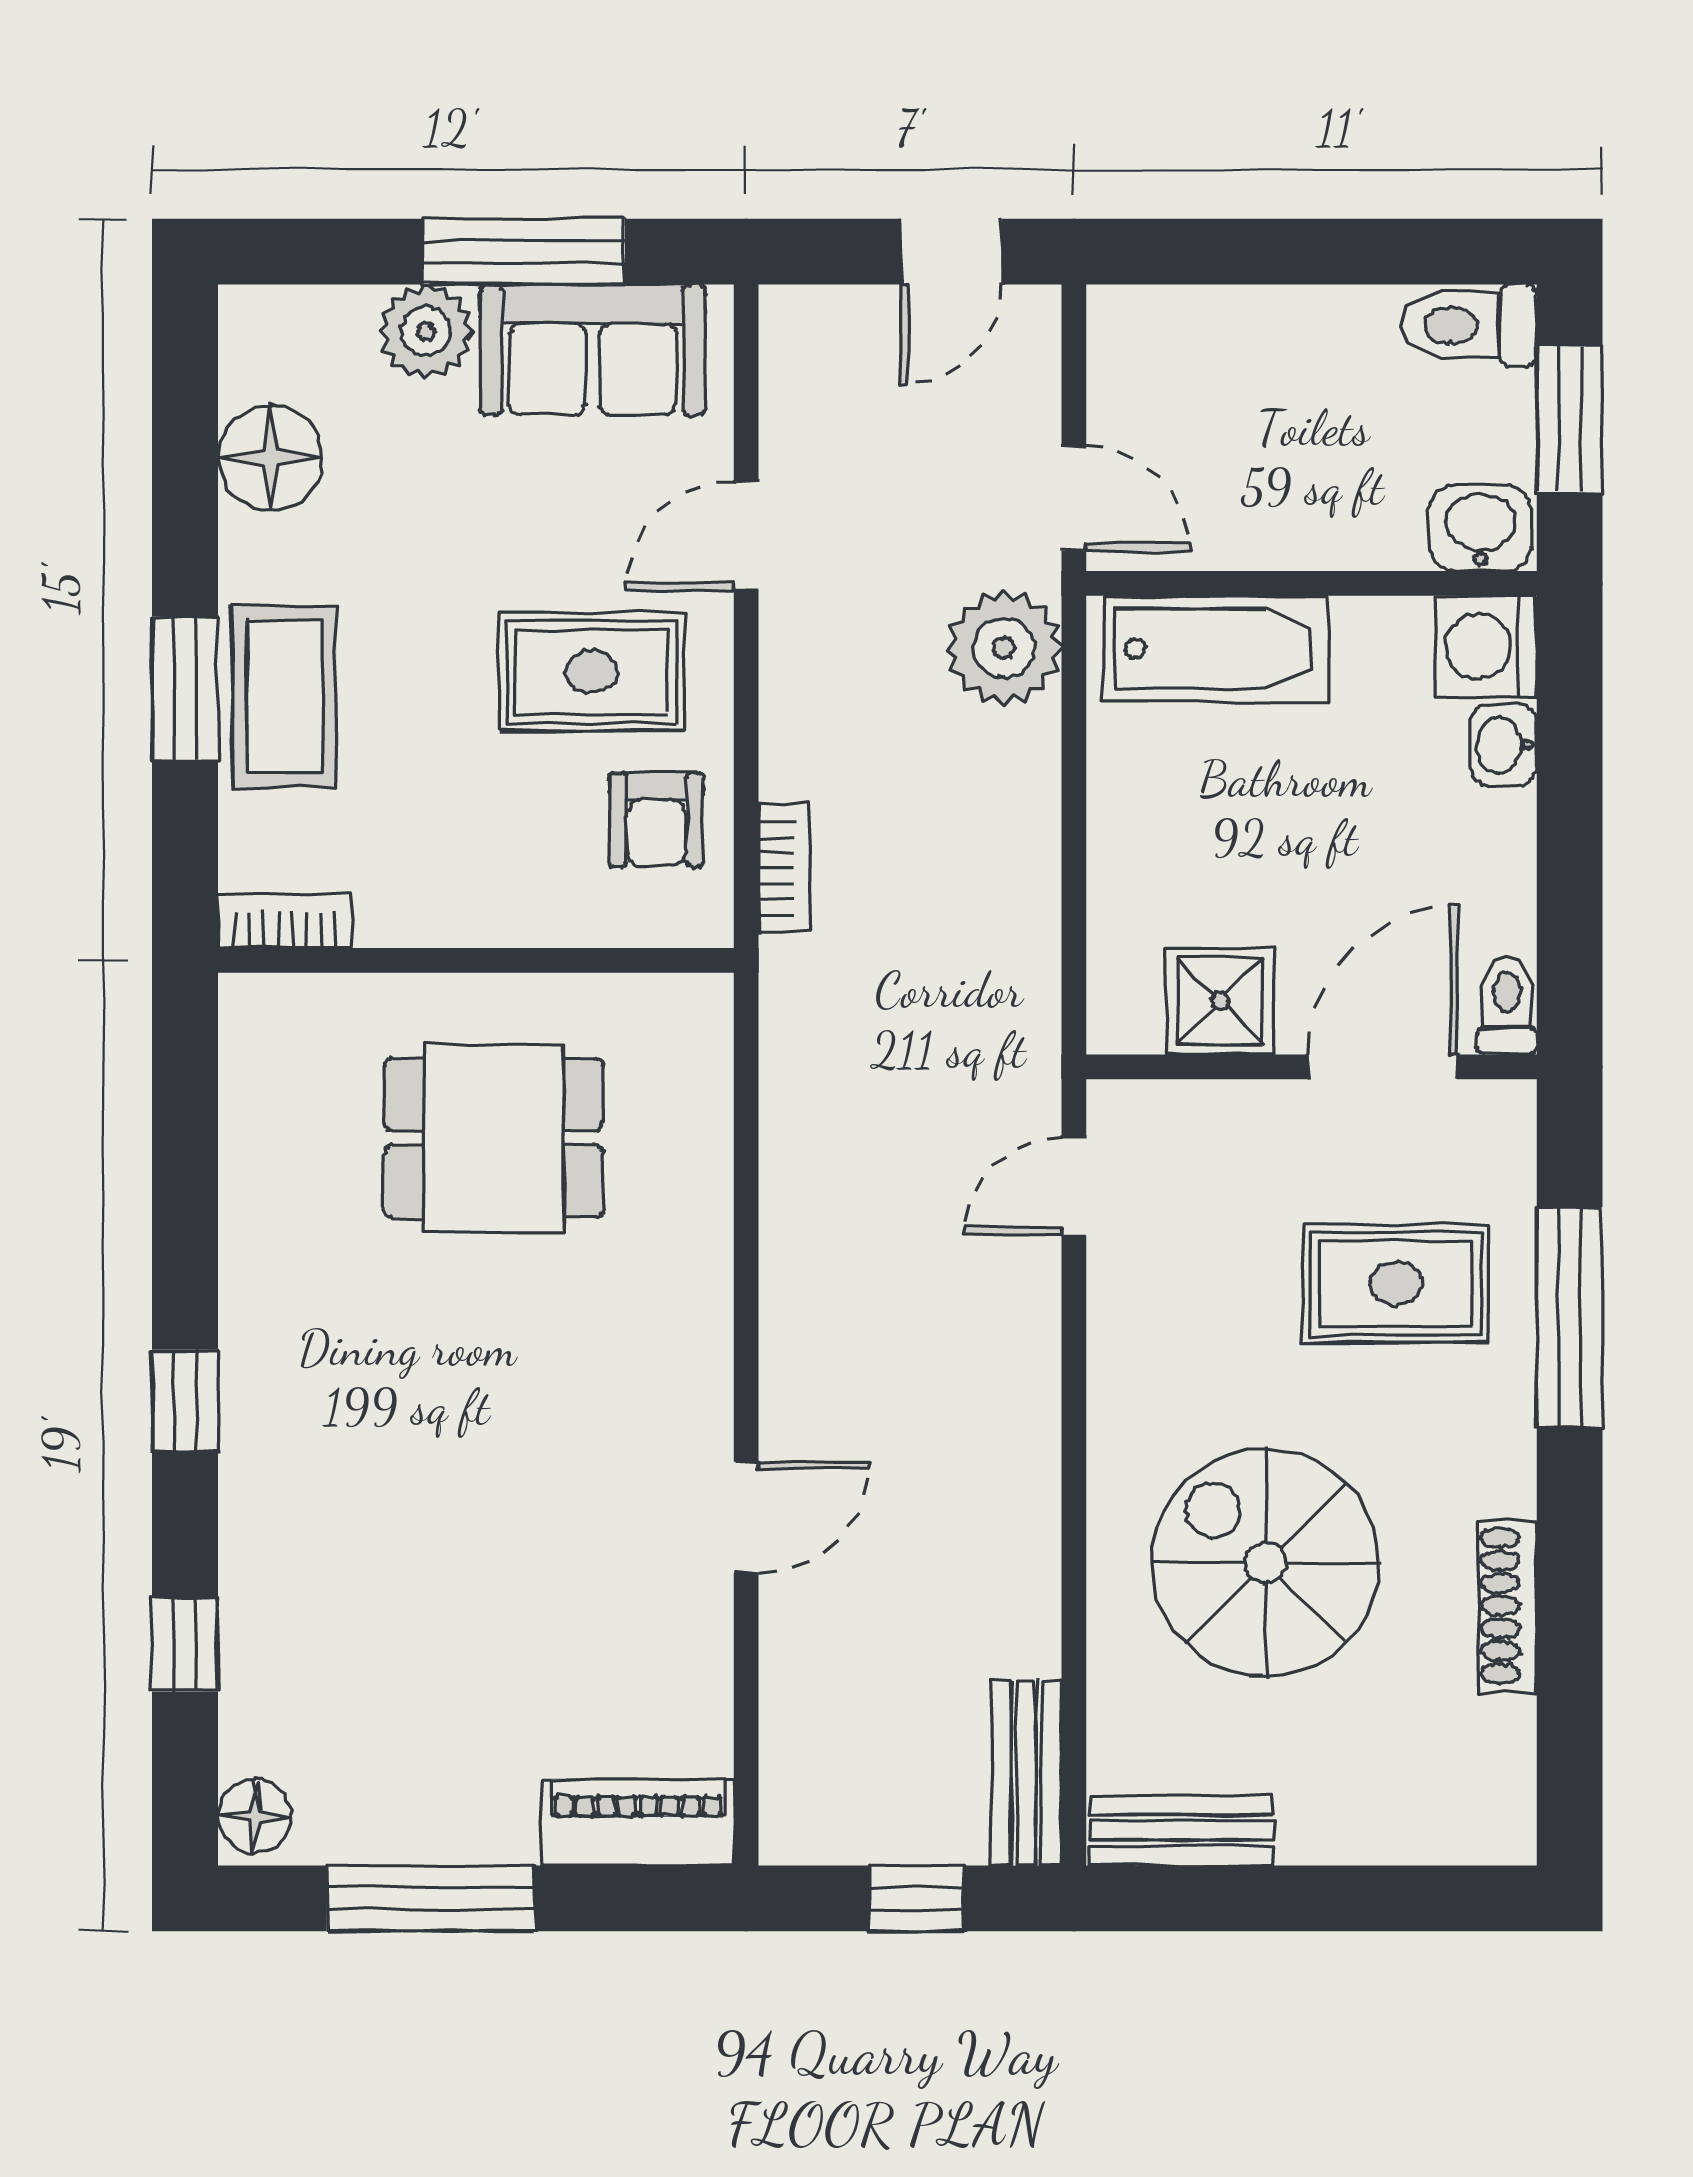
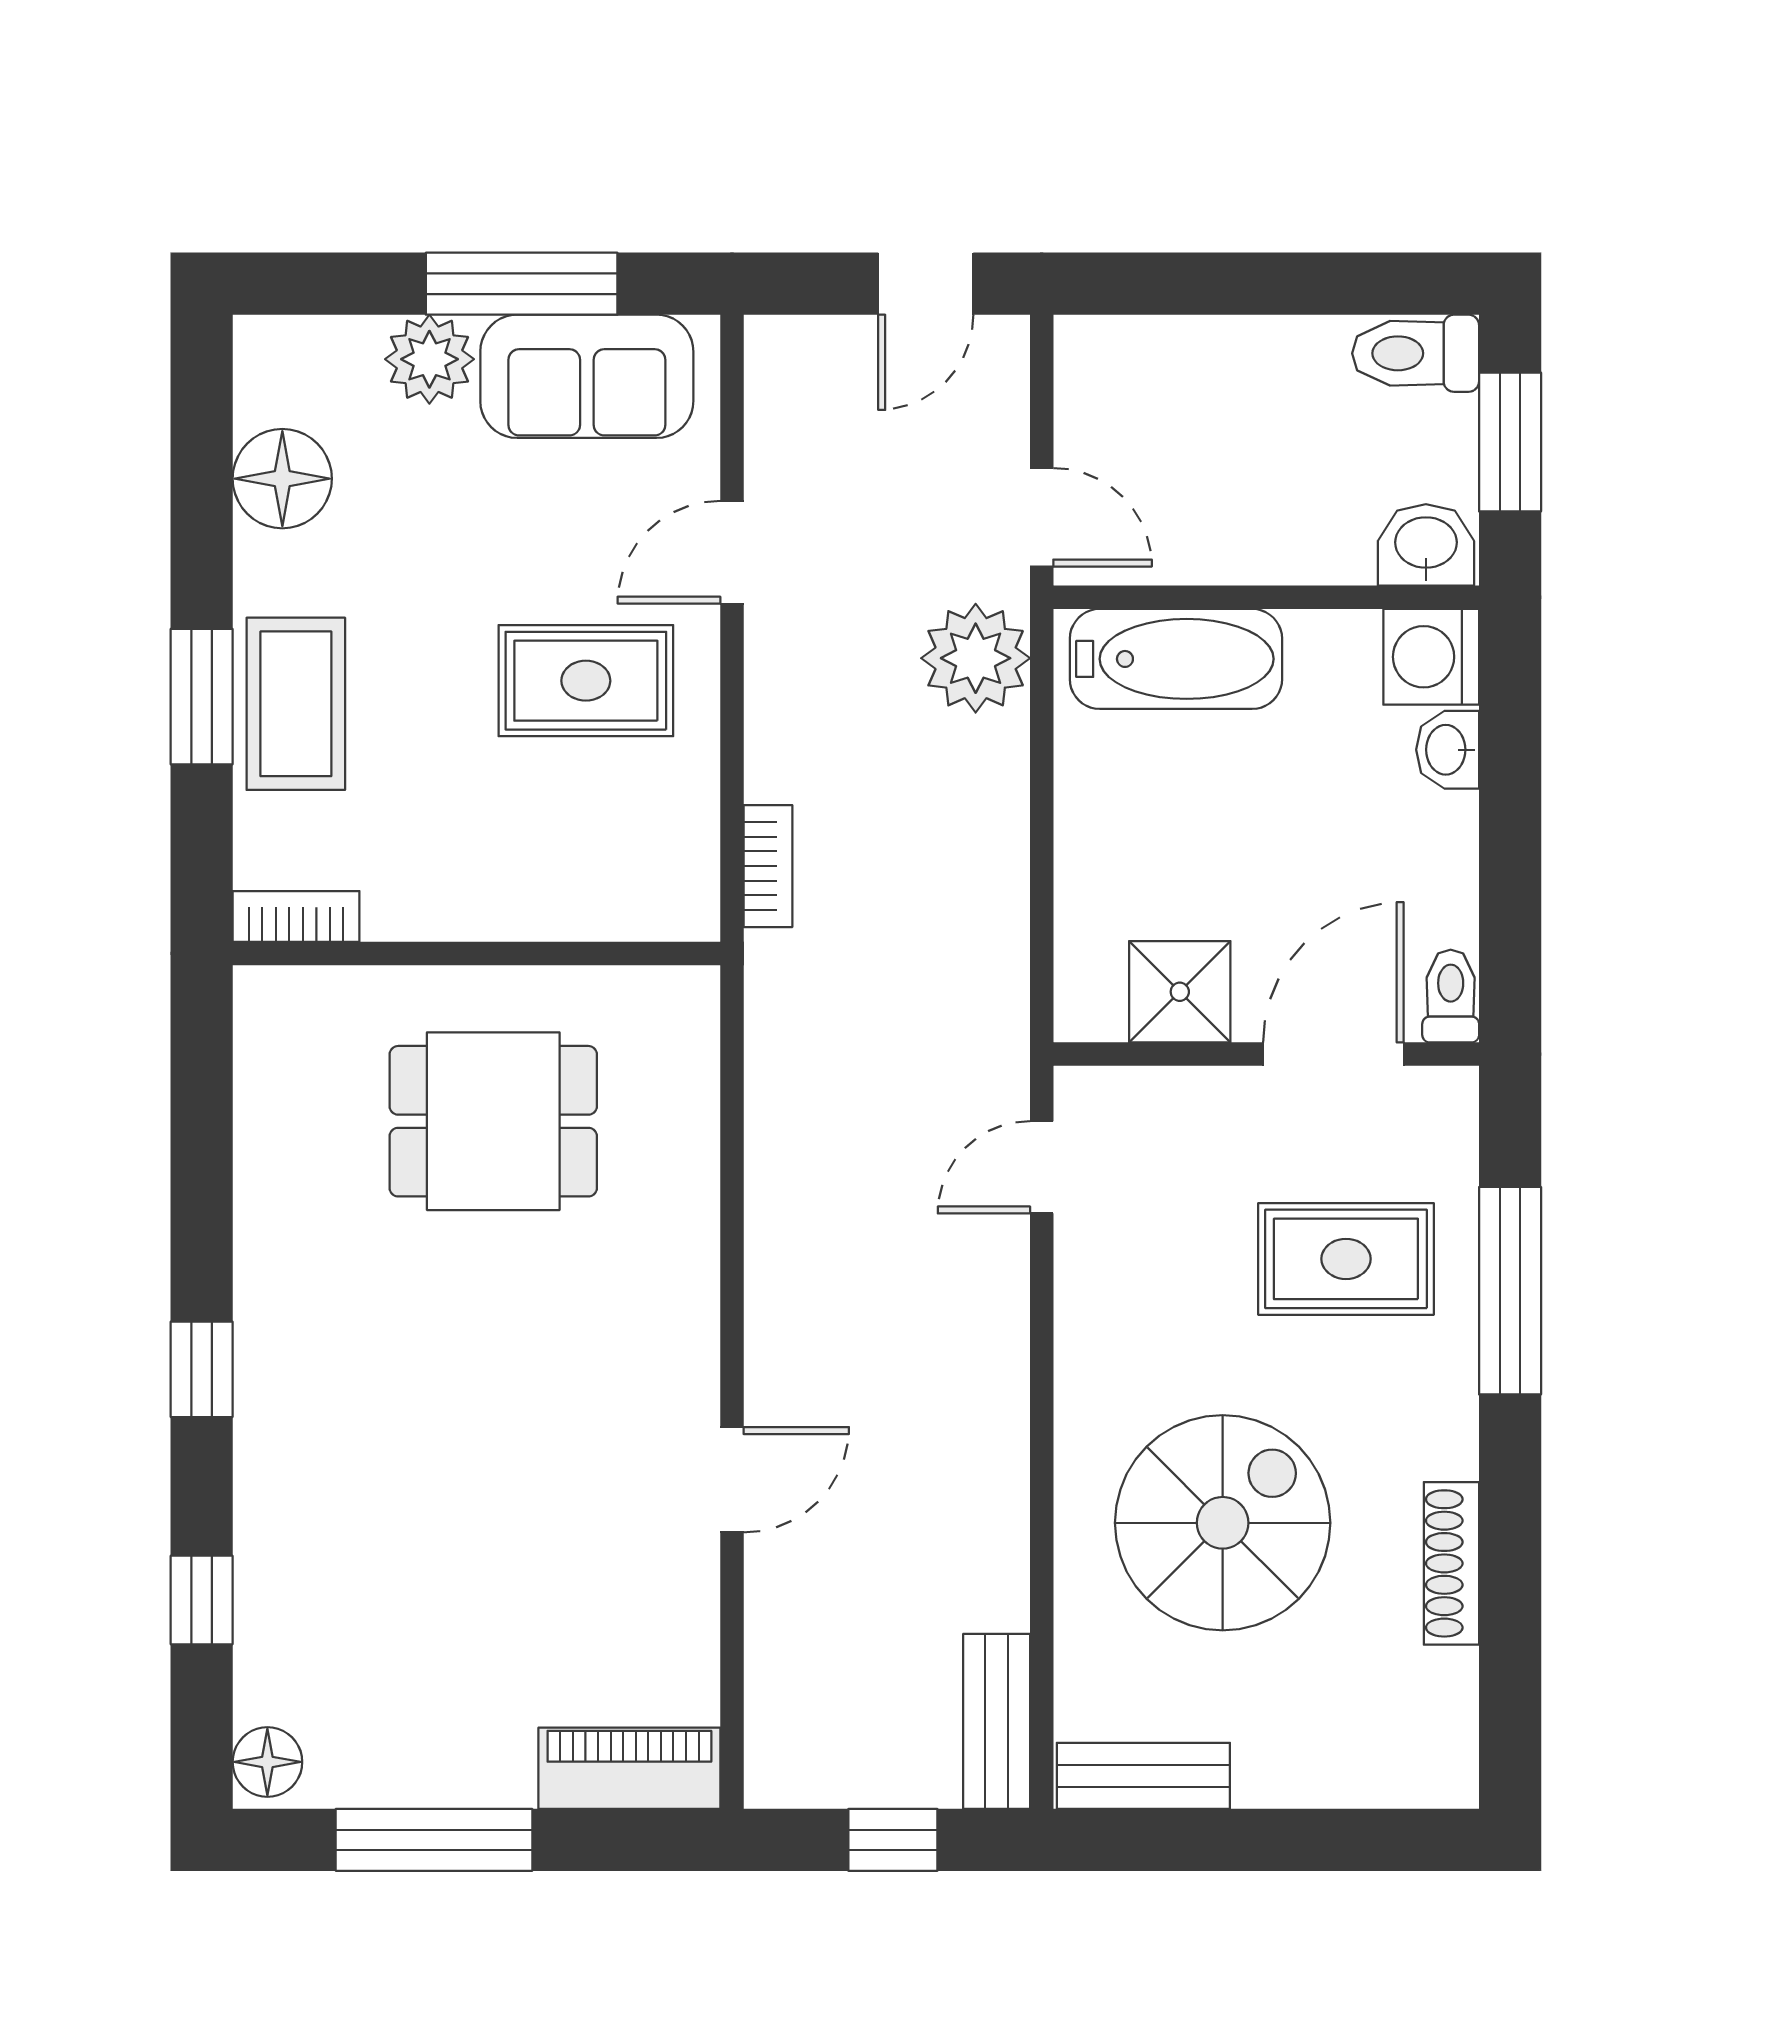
armchair: (656, 820) -> (647, 821), removed
spiral stairs: (1265, 1563) -> (1223, 1523), turned 90

